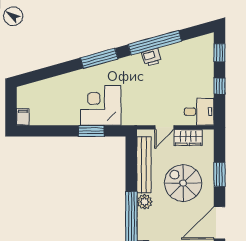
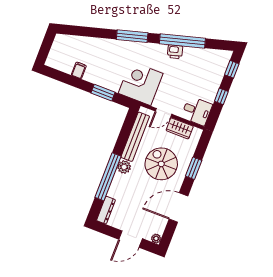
corner desk: (101, 105) -> (141, 83), moved
filing cabinet: (23, 117) -> (79, 70), moved

